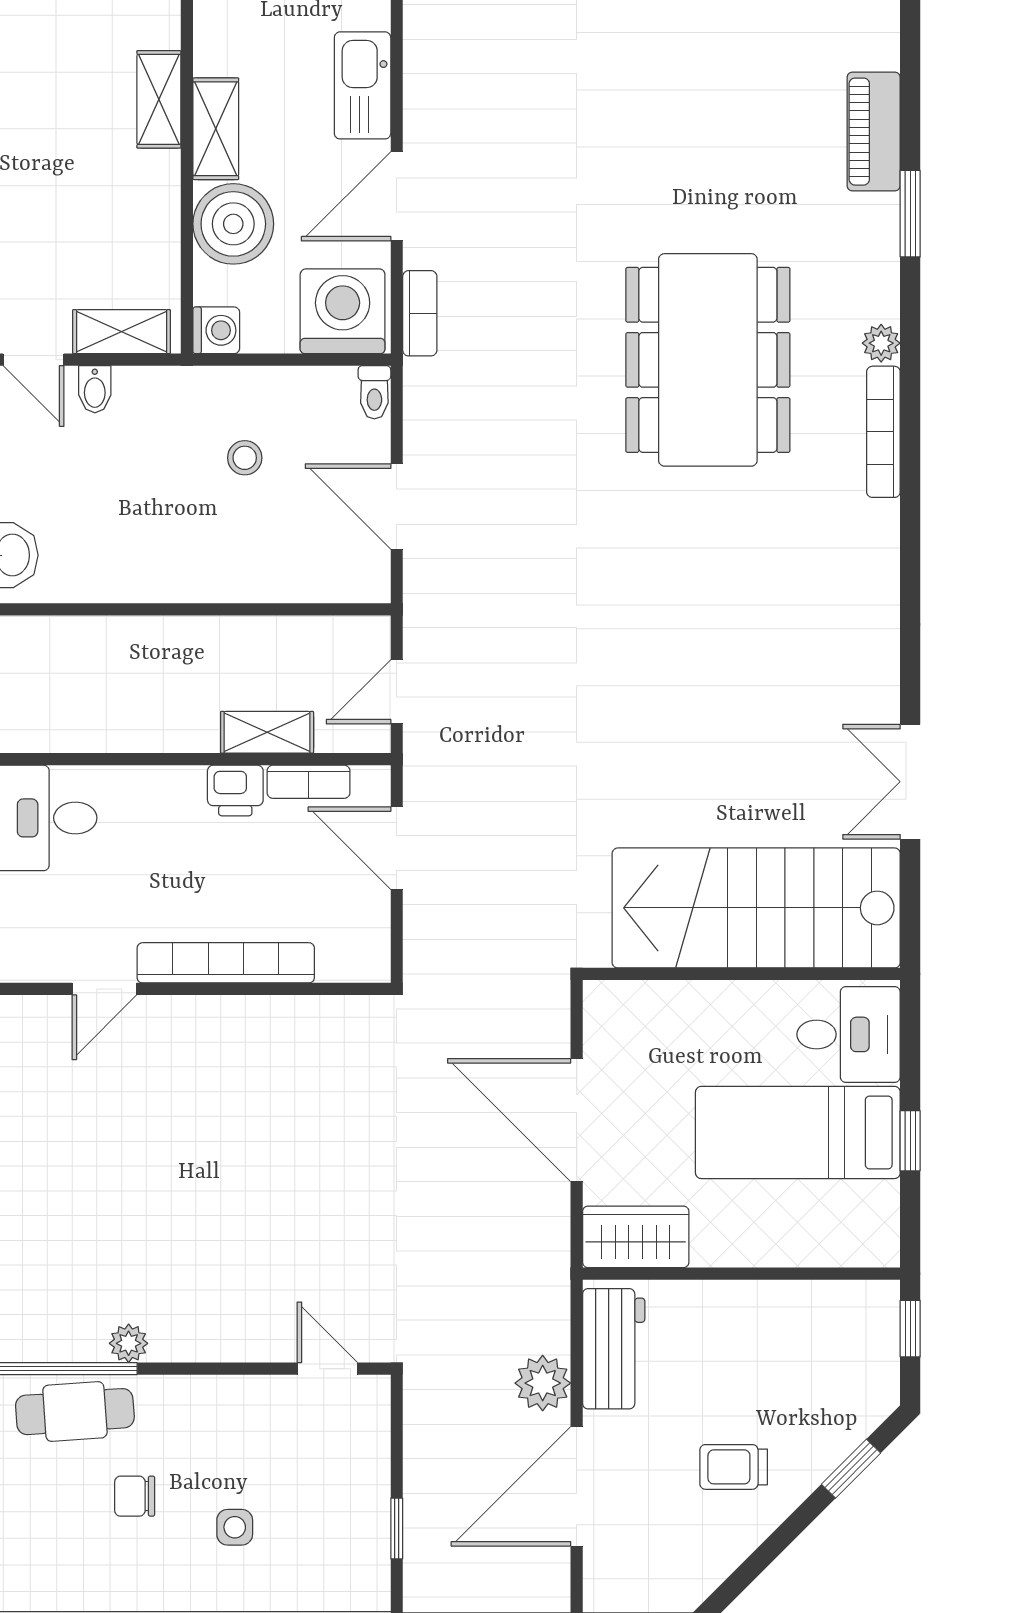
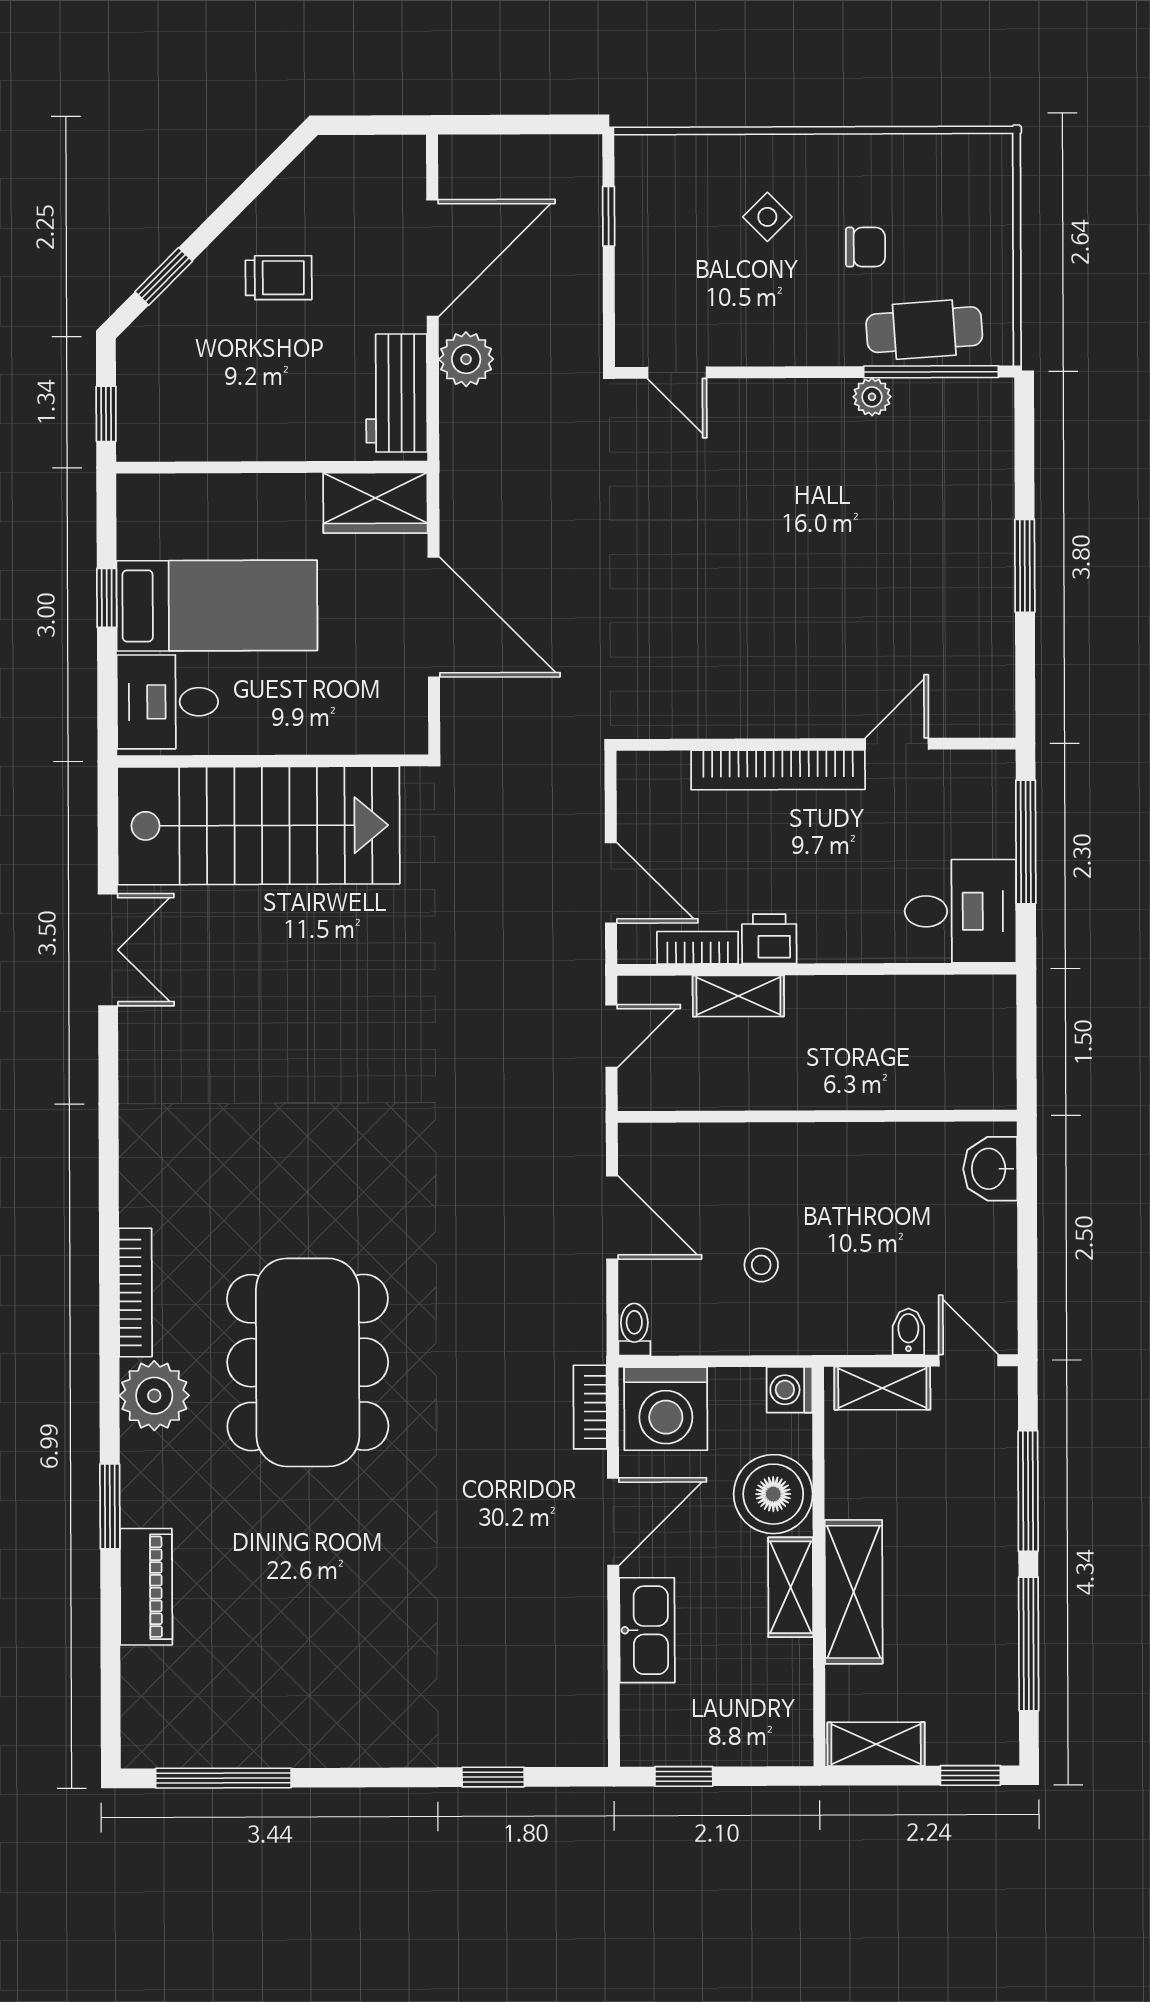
shelving: (159, 99) -> (854, 1592), width x1.50, depth x1.33
plant: (881, 343) -> (154, 1396), width x1.88, depth x1.88
side table: (235, 1527) -> (767, 217), turned 45

